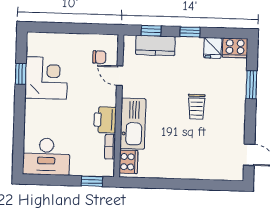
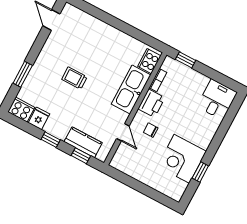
chair: (99, 57) -> (151, 130), moved
trolley: (196, 107) -> (74, 78), turned -90
desk: (46, 157) -> (217, 99), width x0.73

